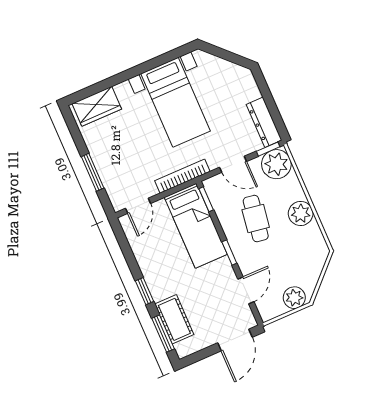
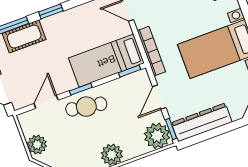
dresser: (264, 122) -> (202, 122), width x1.37, depth x1.24
cafe table: (256, 219) -> (86, 107), moved
door: (246, 290) -> (46, 102), swing flipped

